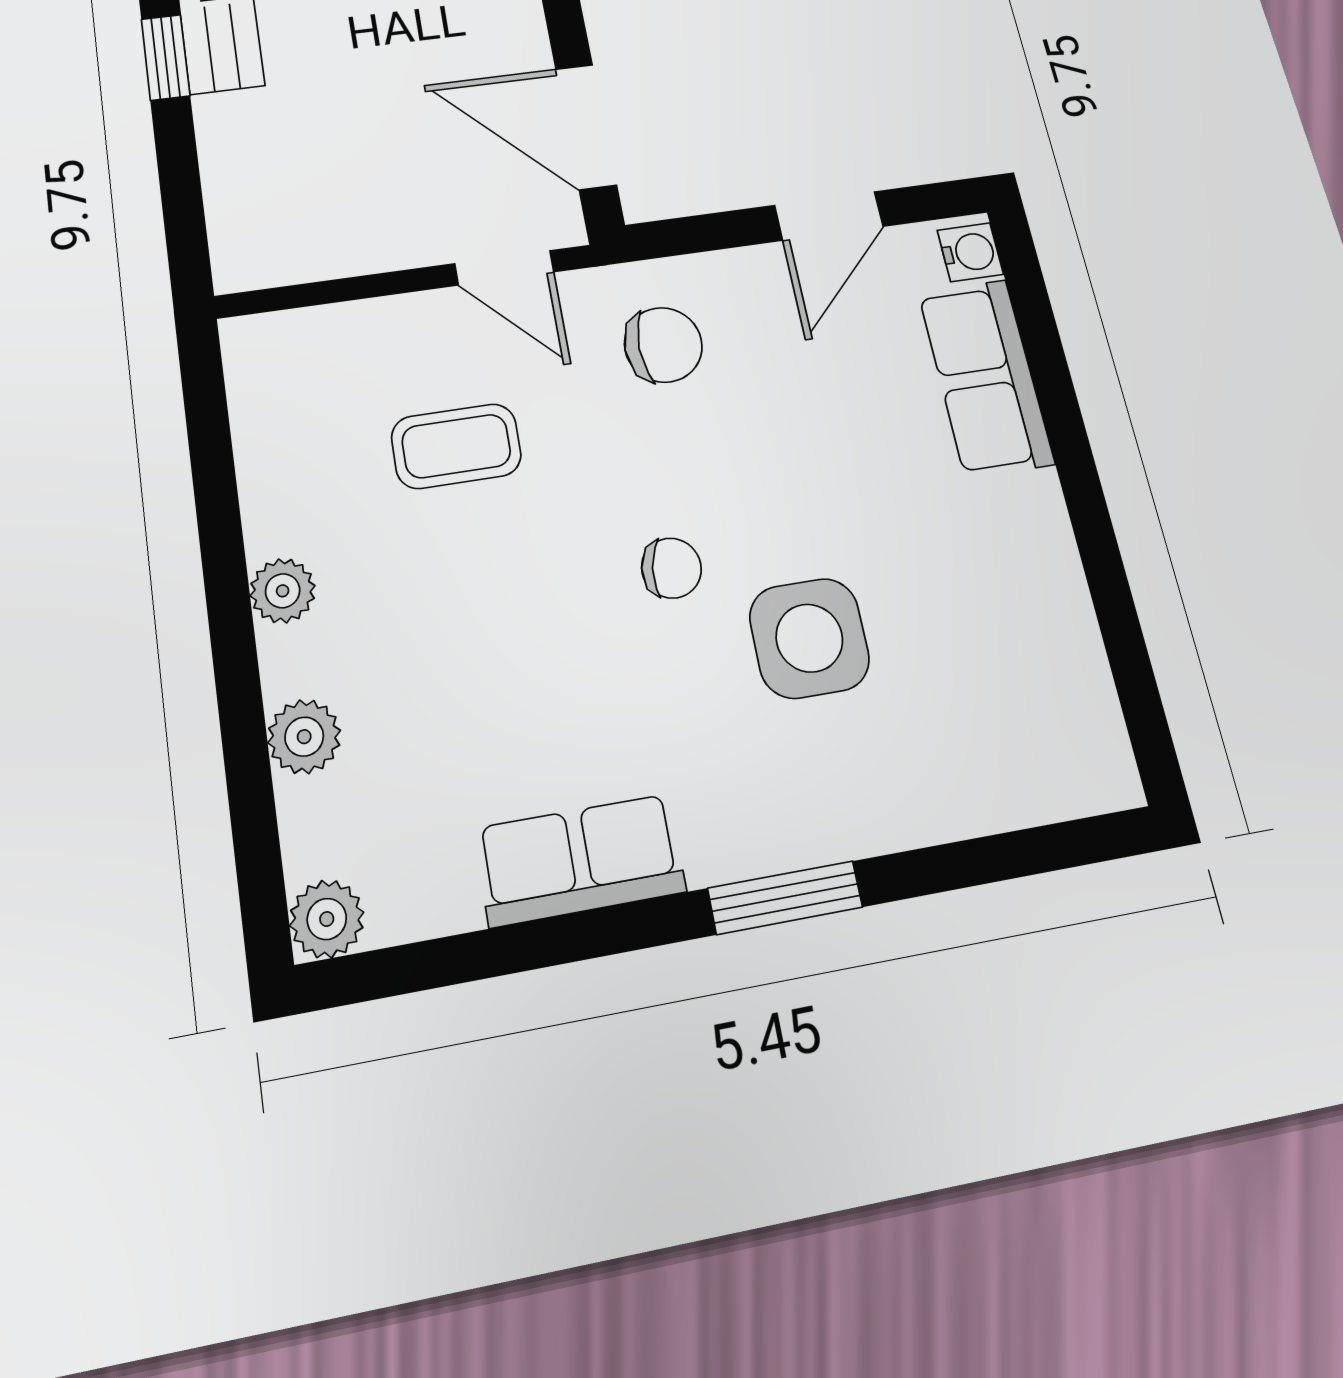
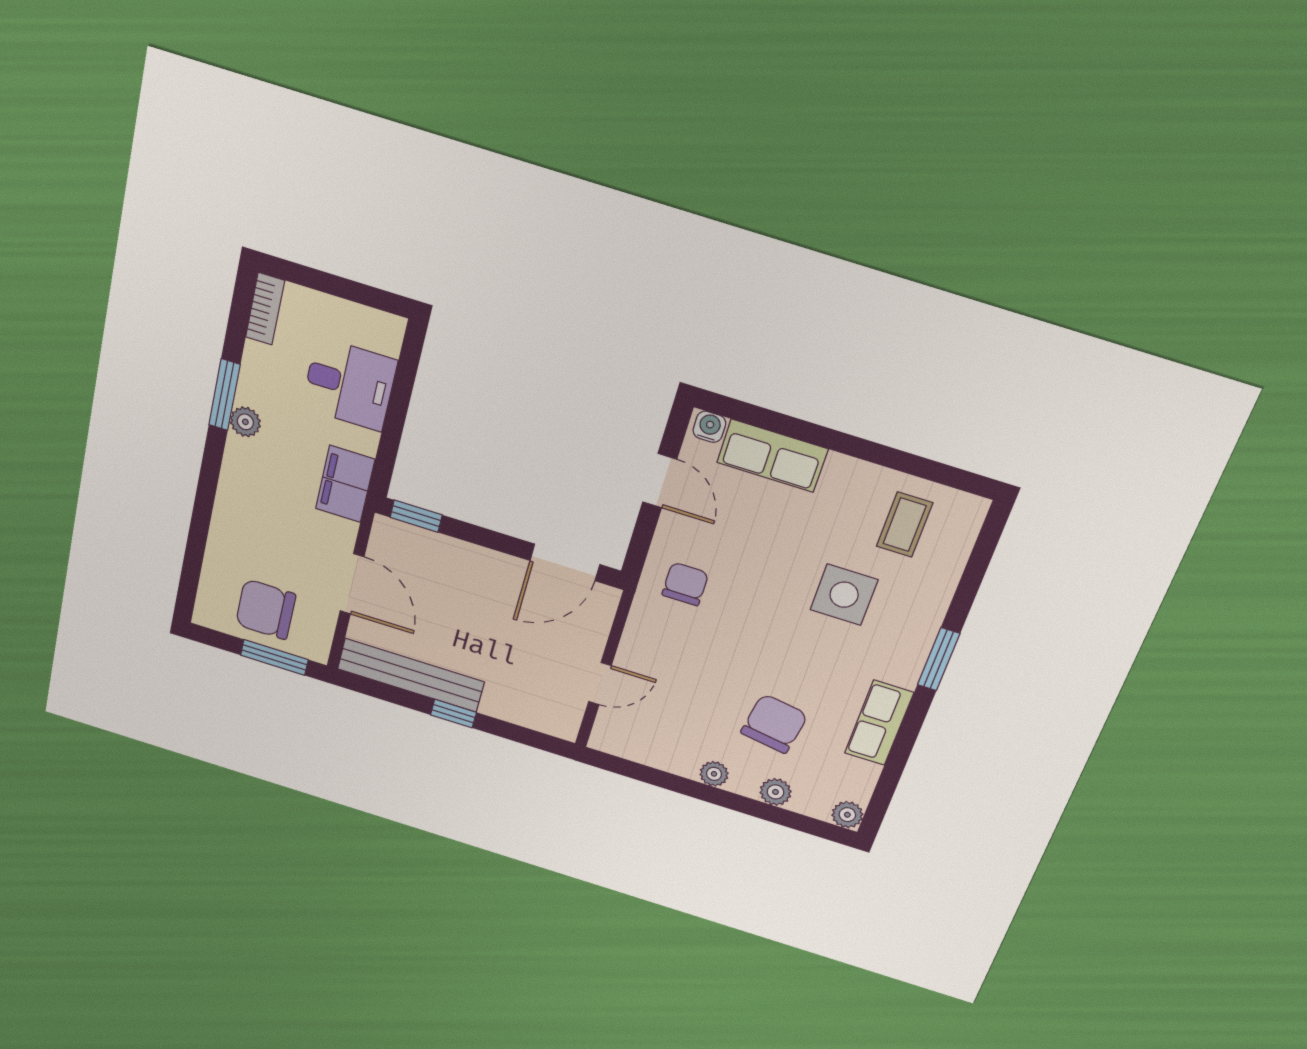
door: (504, 268) -> (600, 684), moved
coffee table: (456, 446) -> (905, 525), moved
chair: (671, 568) -> (774, 724), moved, width x1.87, depth x1.87

